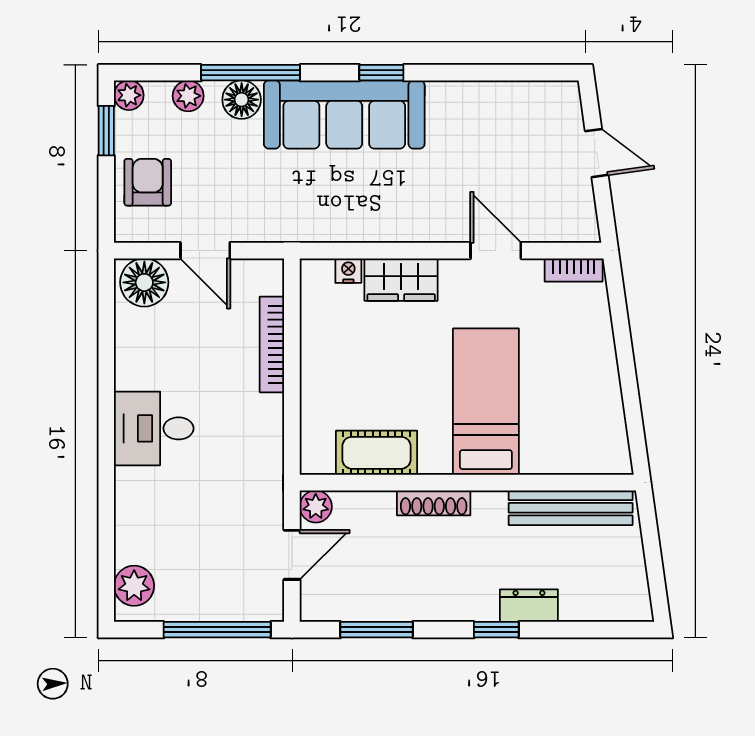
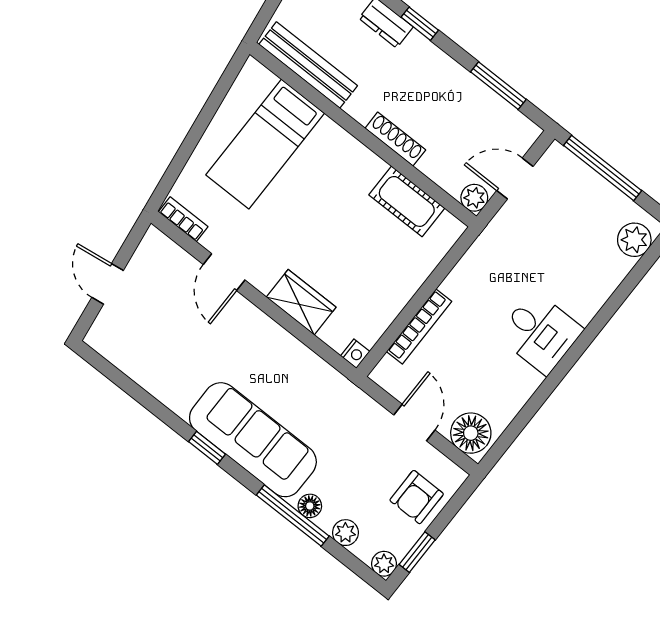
floor lamp: (242, 100) -> (310, 506), width x0.73, depth x0.73
nightstand: (348, 271) -> (355, 354), moved, turned -90
bed: (486, 402) -> (265, 144), moved

